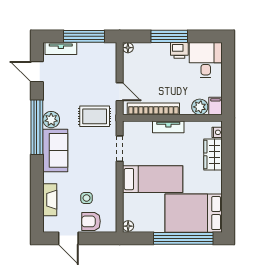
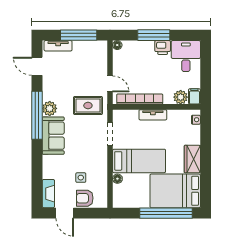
wardrobe: (213, 154) -> (192, 159), moved
fireplace: (50, 200) -> (48, 194), moved
floor lamp: (128, 226) -> (117, 179), moved

